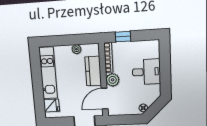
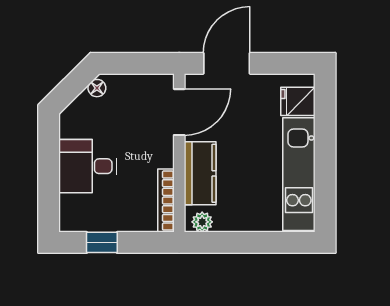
window: (123, 37) -> (102, 242), moved
plant: (76, 49) -> (202, 222), moved
plant: (113, 80) -> (160, 152), removed

